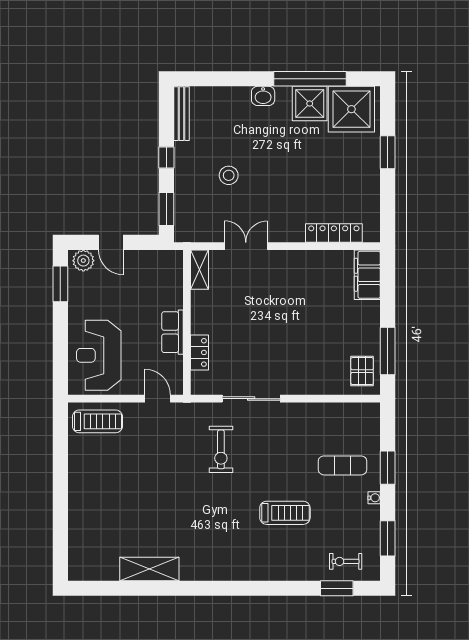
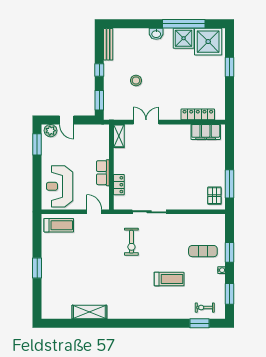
filing cabinet: (367, 275) -> (206, 132), moved, turned -90
window: (60, 494) -> (37, 268), added

